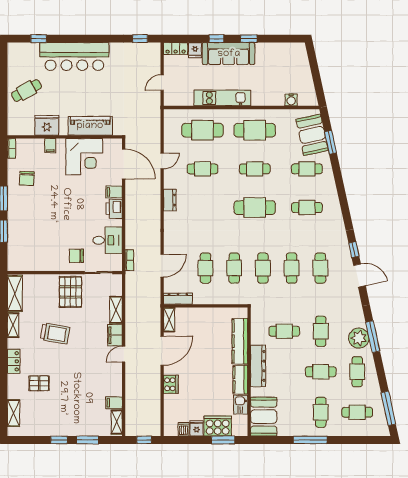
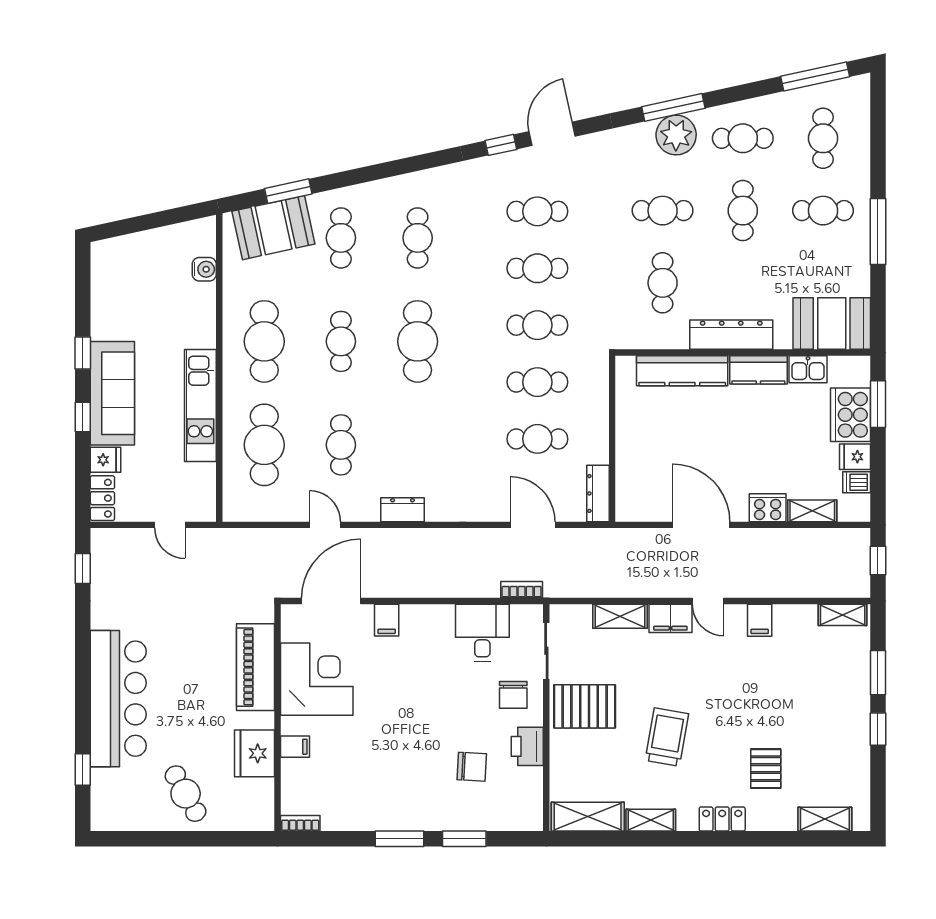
chair: (27, 178) -> (472, 767), moved
printer: (114, 209) -> (527, 746), moved, turned 90
shelving: (169, 320) -> (812, 511), moved
filing cabinet: (114, 403) -> (760, 620), moved

